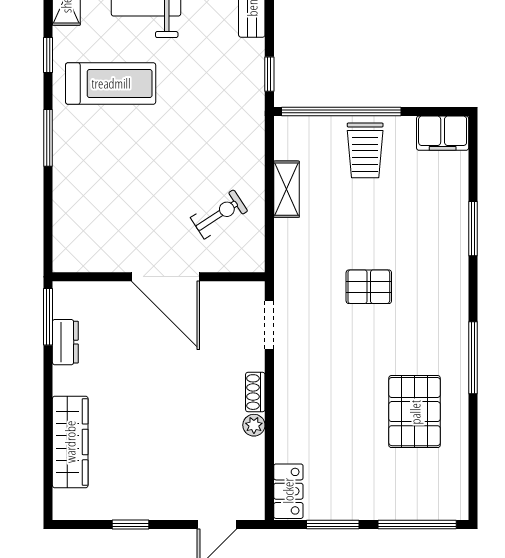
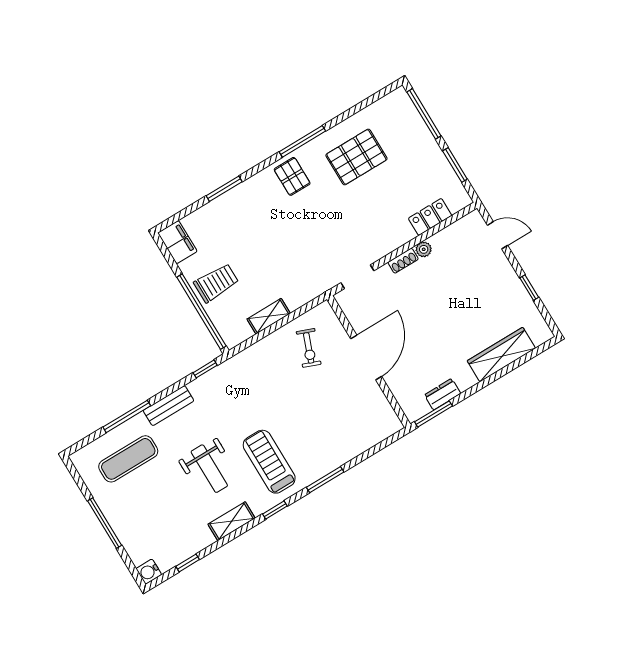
exercise bike: (219, 214) -> (309, 348), turned -126
pallet: (369, 287) -> (292, 176), moved
locker: (288, 491) -> (430, 217), moved

